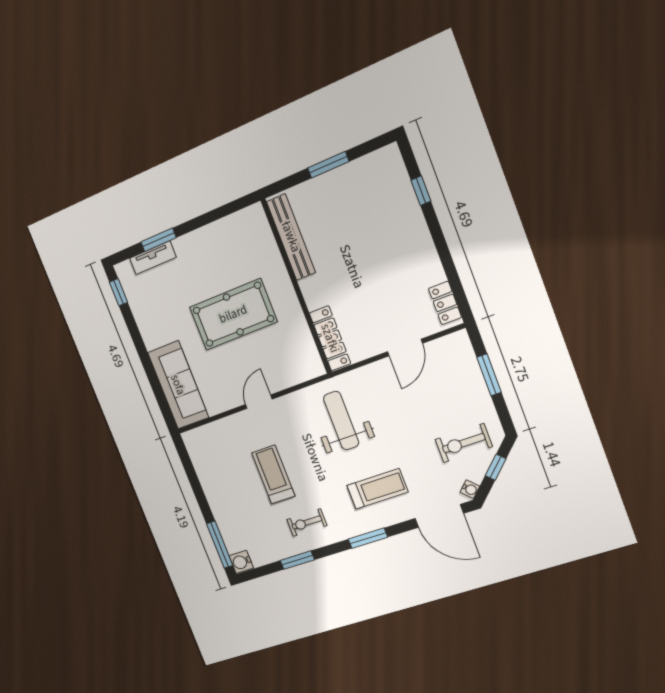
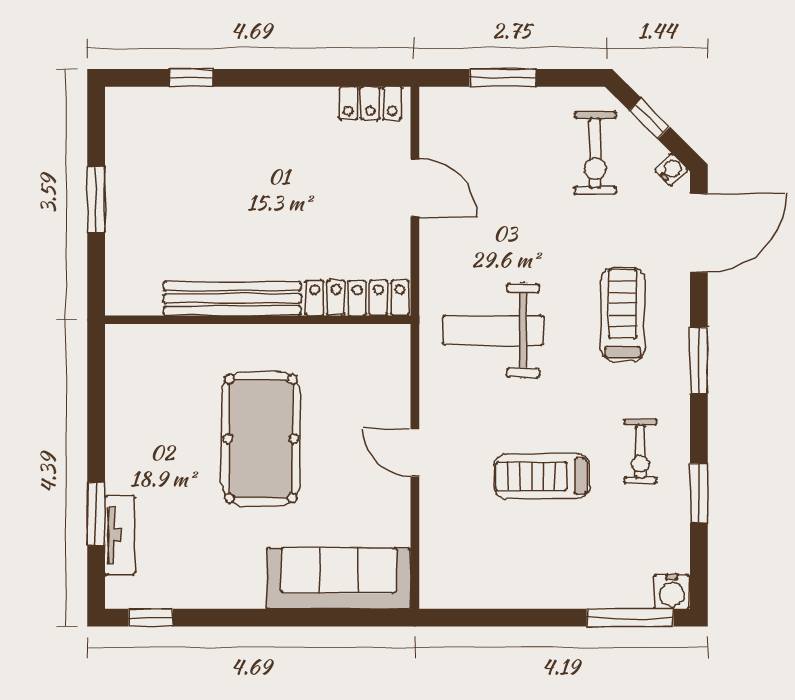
bench: (291, 237) -> (232, 298), moved

